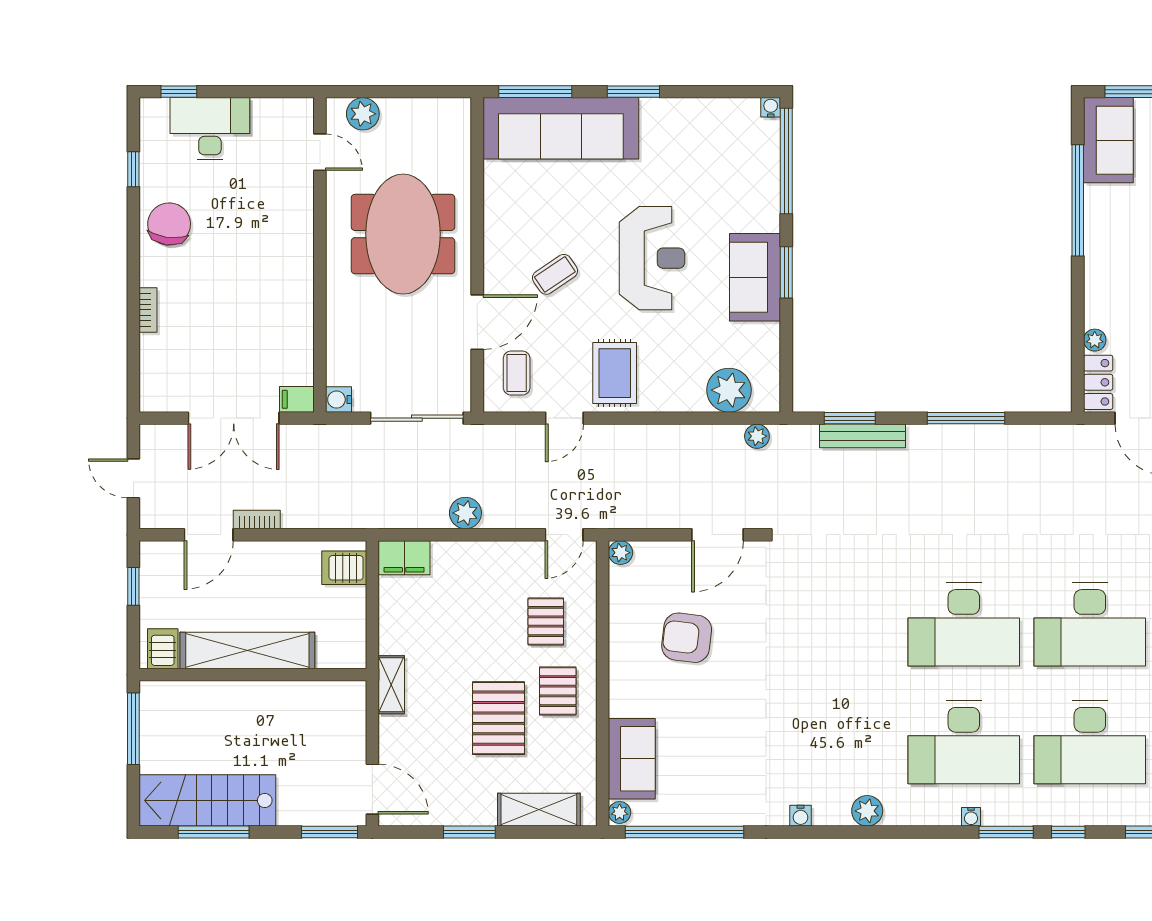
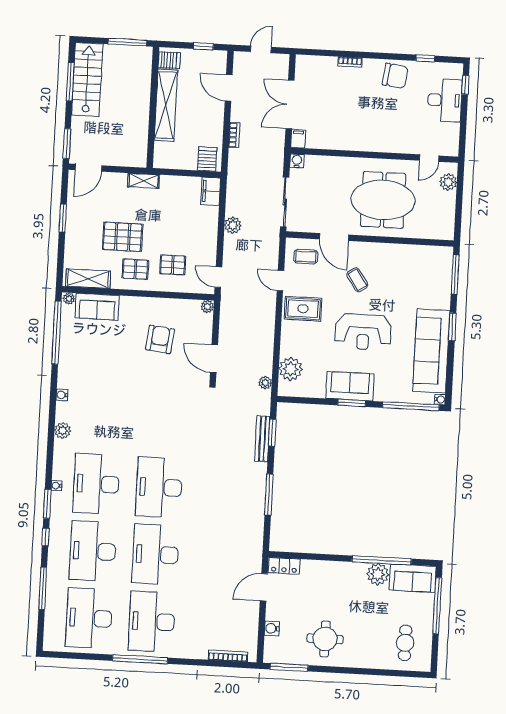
sofa: (561, 128) -> (431, 351), moved
plant: (1095, 340) -> (378, 574), moved, width x1.88, depth x1.88
bookcase: (257, 520) -> (234, 135), moved
shelving: (539, 810) -> (88, 279), moved, turned 90

